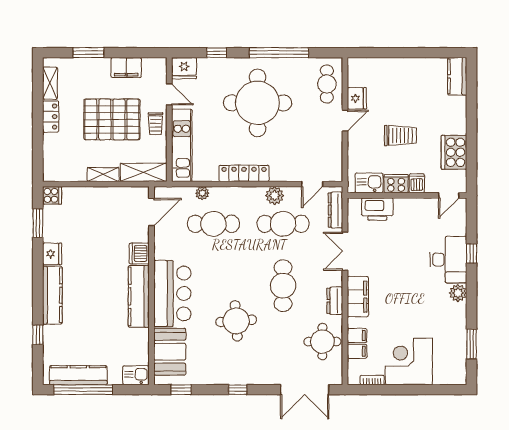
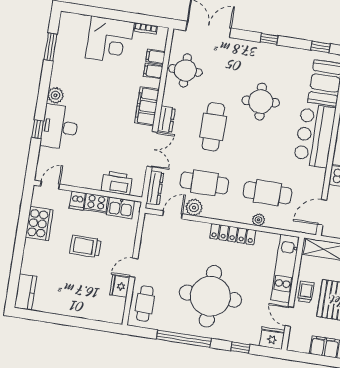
plant: (202, 193) -> (259, 220), moved
plant: (275, 196) -> (194, 208), moved
dresser: (335, 301) -> (166, 120), moved

